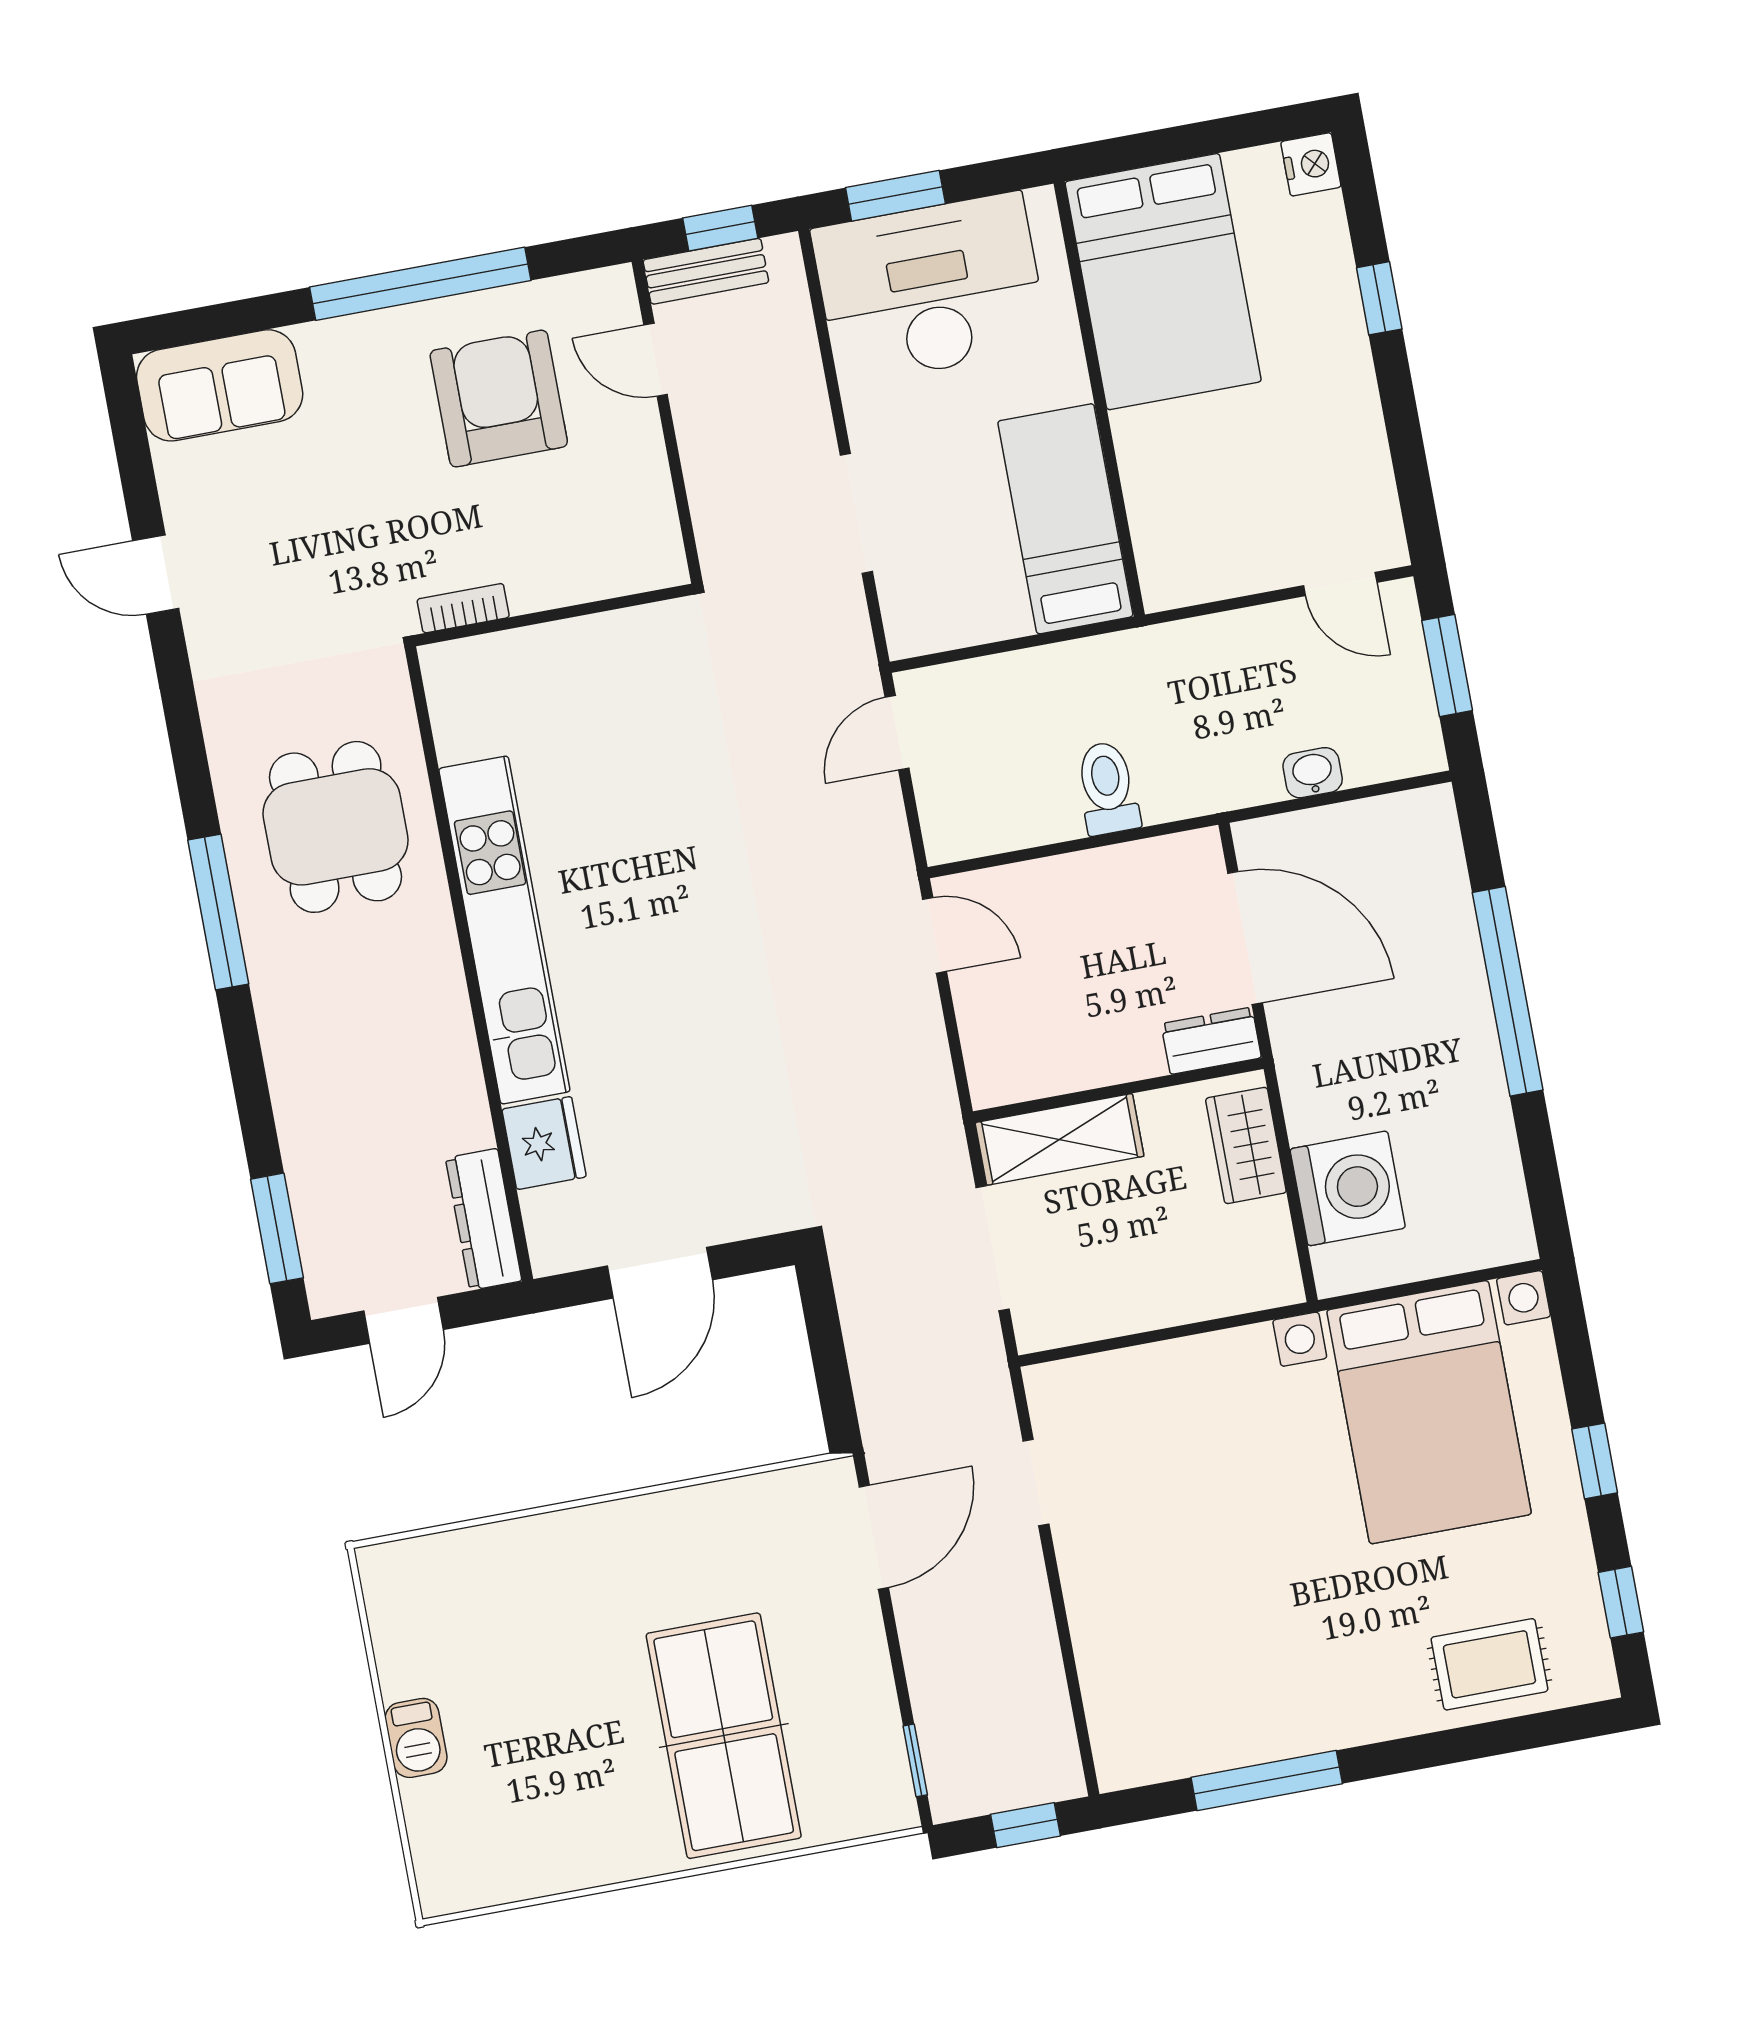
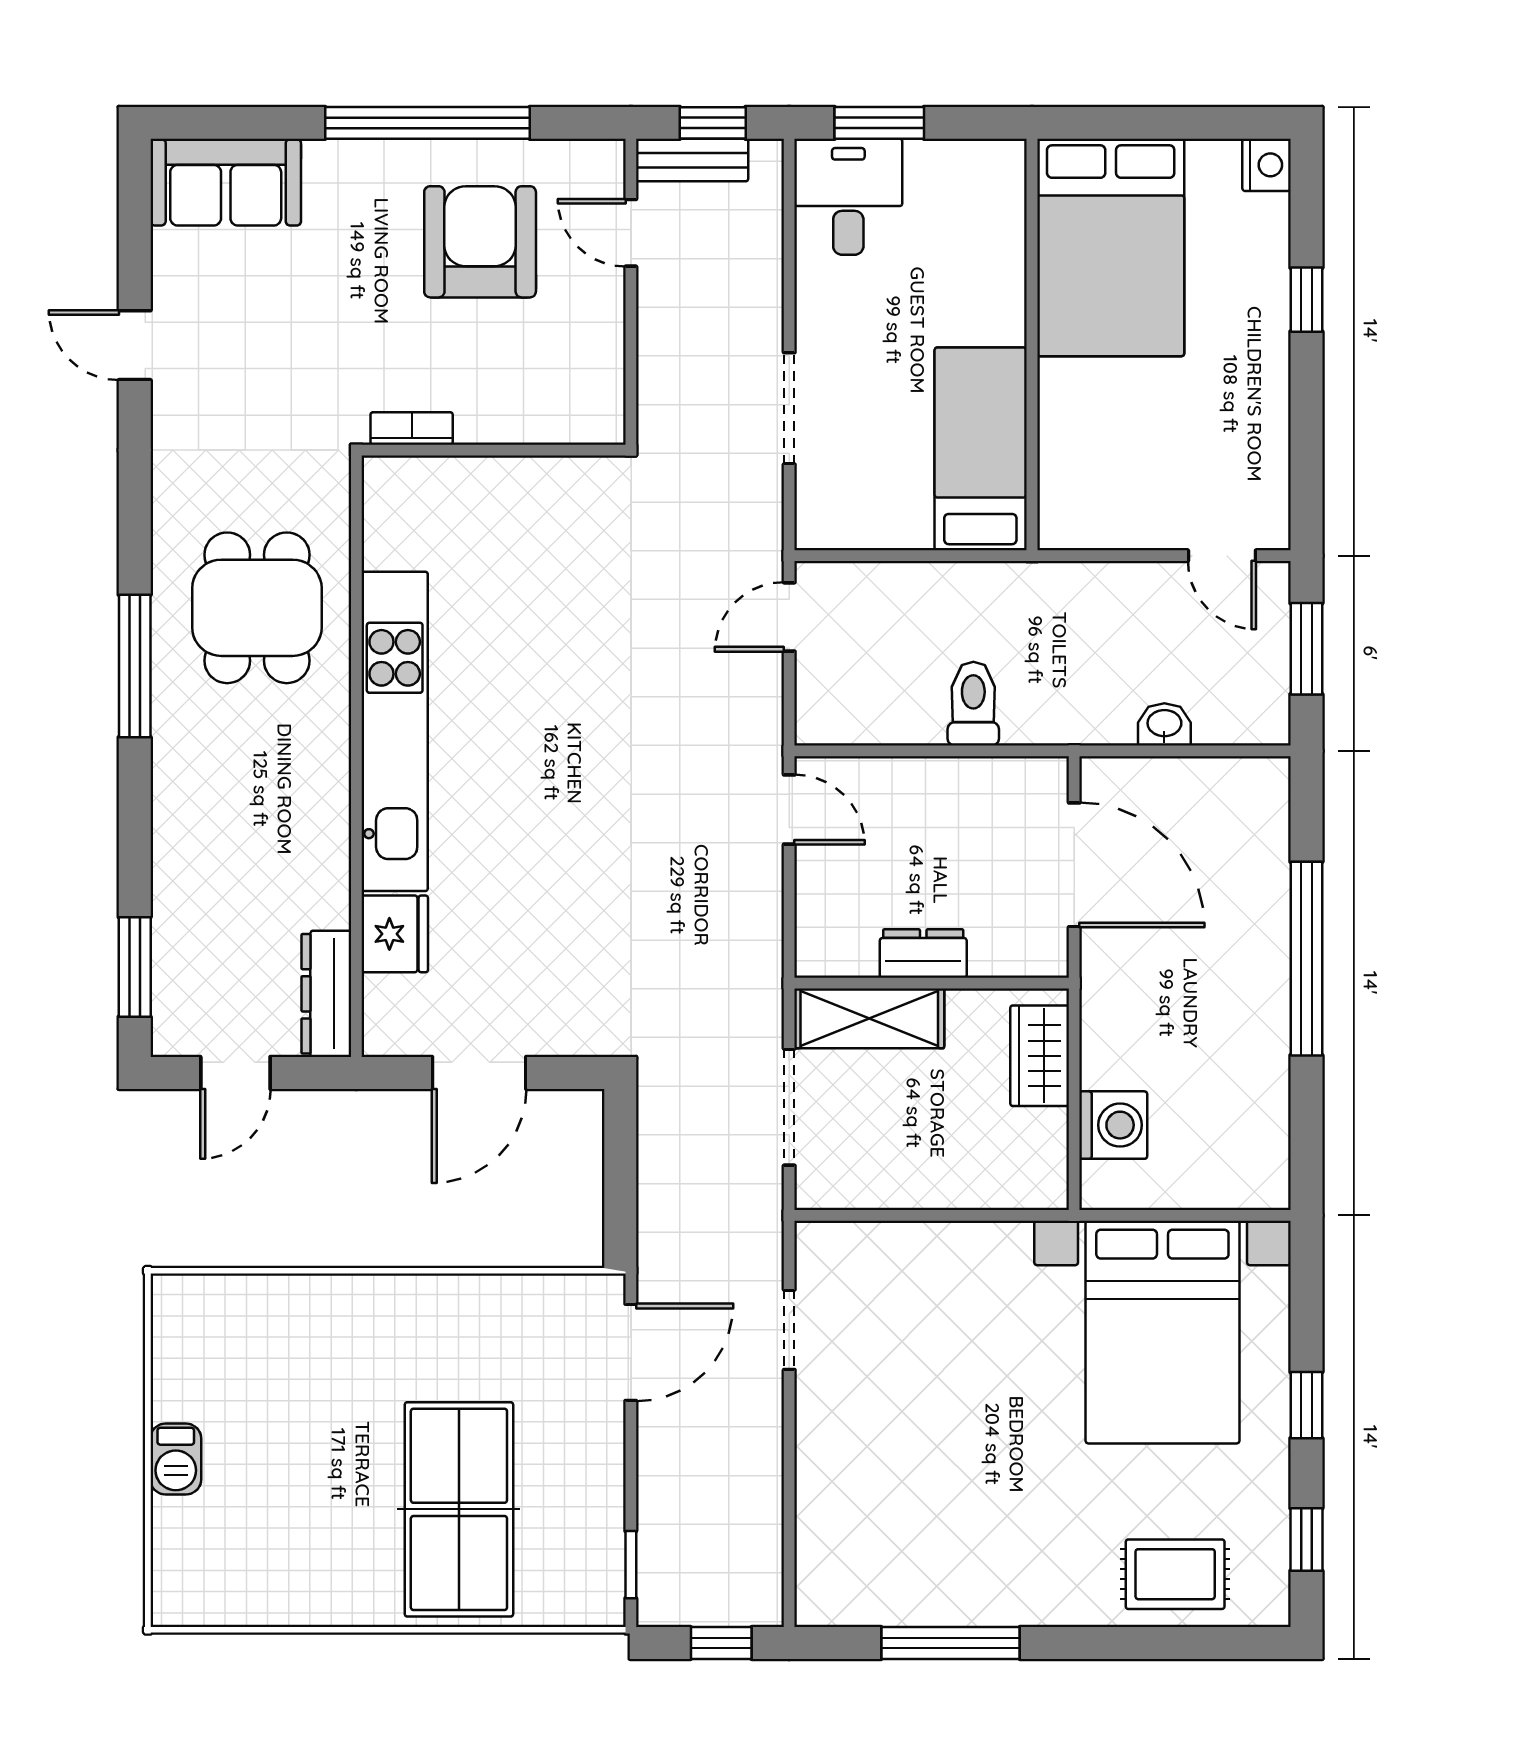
desk: (930, 289) -> (848, 197), width x0.53, depth x0.77
dresser: (1211, 1041) -> (923, 954), moved
washing machine: (1348, 1188) -> (1113, 1125), width x0.73, depth x0.73

